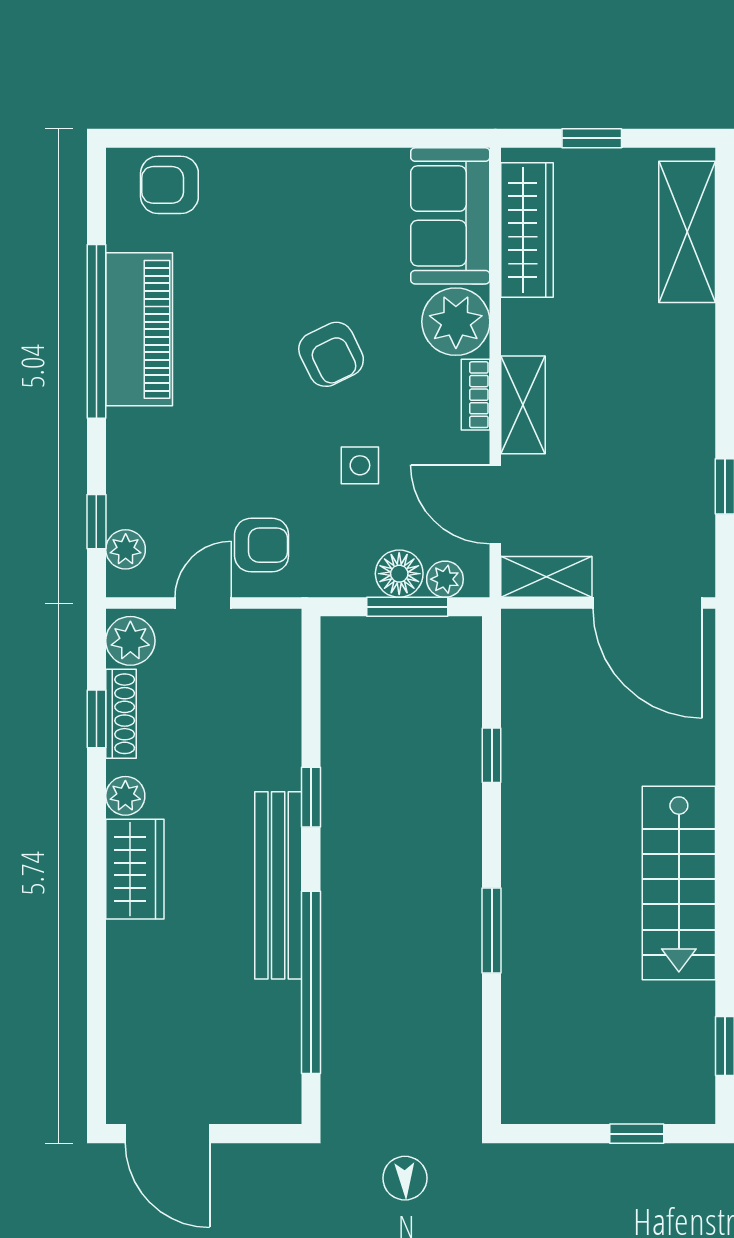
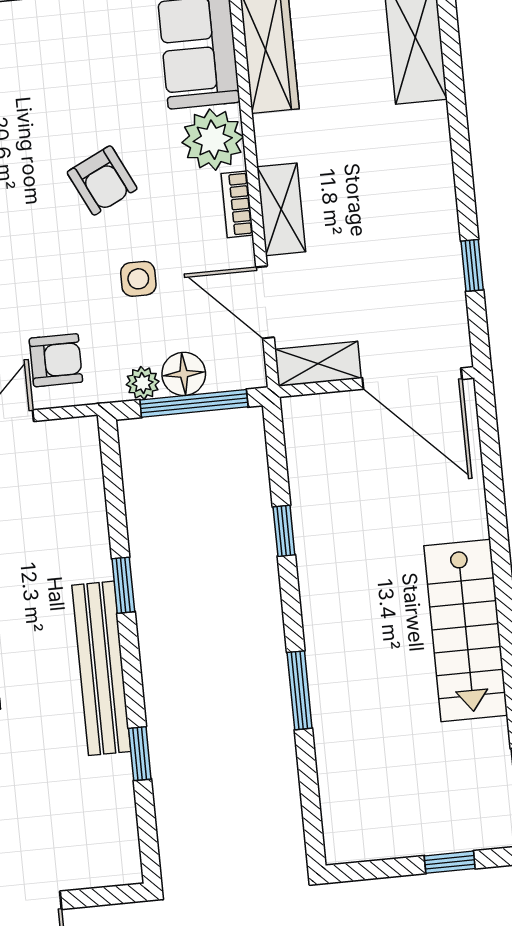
plant: (445, 579) -> (143, 383), moved
window: (407, 607) -> (194, 403), width x1.44
window: (311, 982) -> (140, 754), width x0.32

